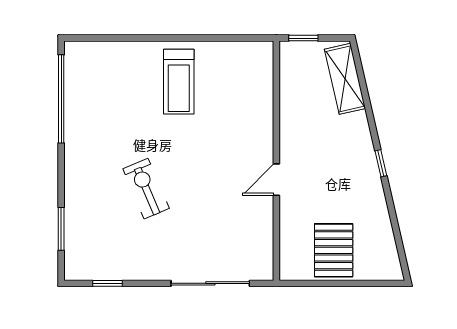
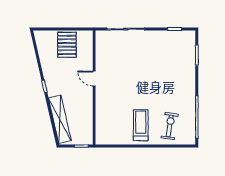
shelving: (345, 79) -> (60, 119), width x1.47
door: (276, 180) -> (94, 79), swing flipped
exercise bike: (146, 189) -> (170, 126), moved, turned -148

